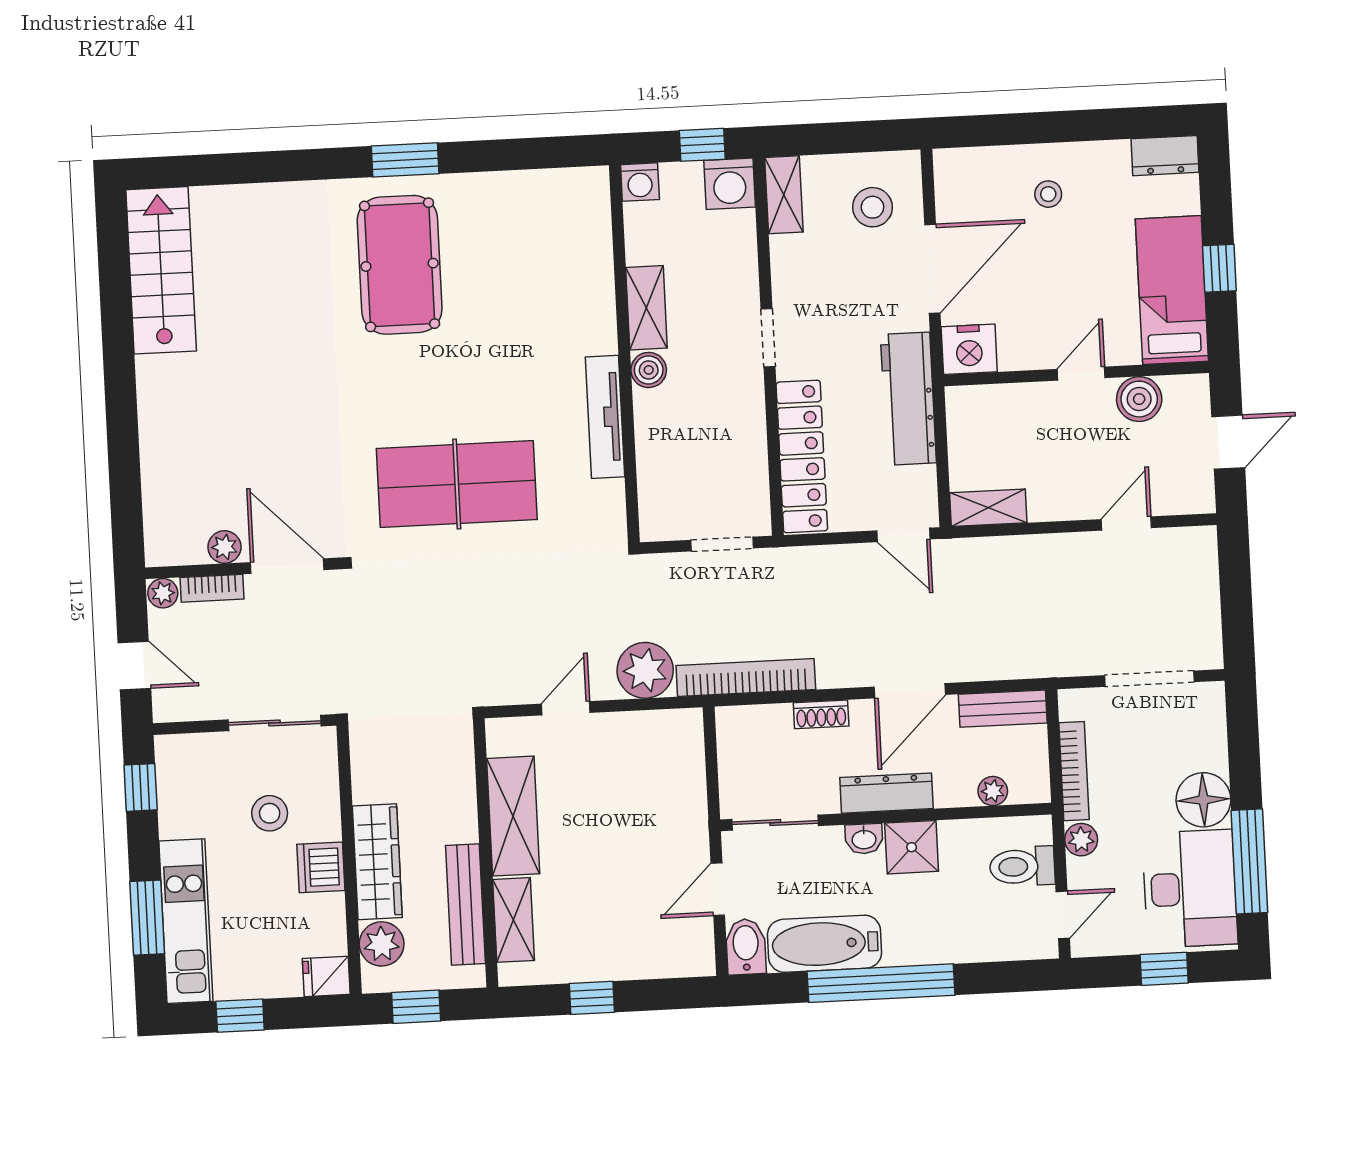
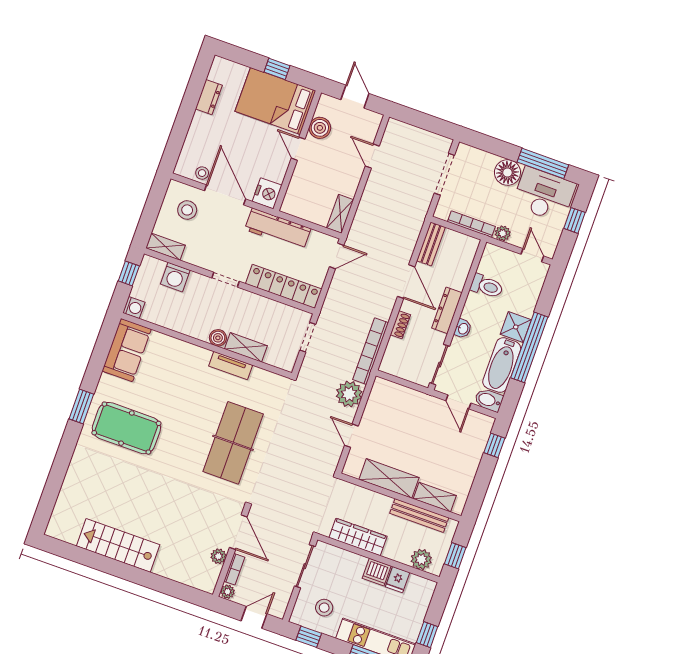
dresser: (1165, 156) -> (209, 97), moved
washing machine: (730, 184) -> (175, 277), moved, turned 90
stool: (1048, 194) -> (202, 173), moved
sofa: (551, 202) -> (127, 350), added
stairs: (161, 270) -> (118, 545), moved
bed: (1172, 290) -> (275, 101), width x1.50
shelving: (646, 308) -> (246, 347), moved
tv unit: (605, 417) -> (231, 366), width x0.71
door: (287, 566) -> (238, 532), swing flipped
plant: (993, 791) -> (465, 263), removed
stool: (270, 813) -> (324, 608), moved
shower: (912, 847) -> (516, 327), moved
wardrobe: (377, 862) -> (358, 537), moved
toilet: (1022, 866) -> (487, 286), moved, turned -90
fridge: (326, 976) -> (398, 580), moved
window: (592, 998) -> (494, 445), moved

